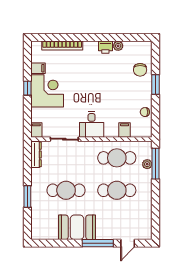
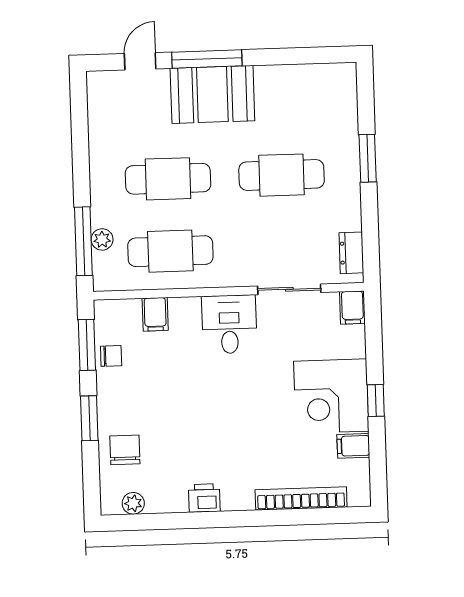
plant: (118, 46) -> (133, 503), moved
window: (156, 117) -> (87, 345), added
dresser: (36, 154) -> (351, 253), width x0.70
booth: (77, 227) -> (212, 94), moved

